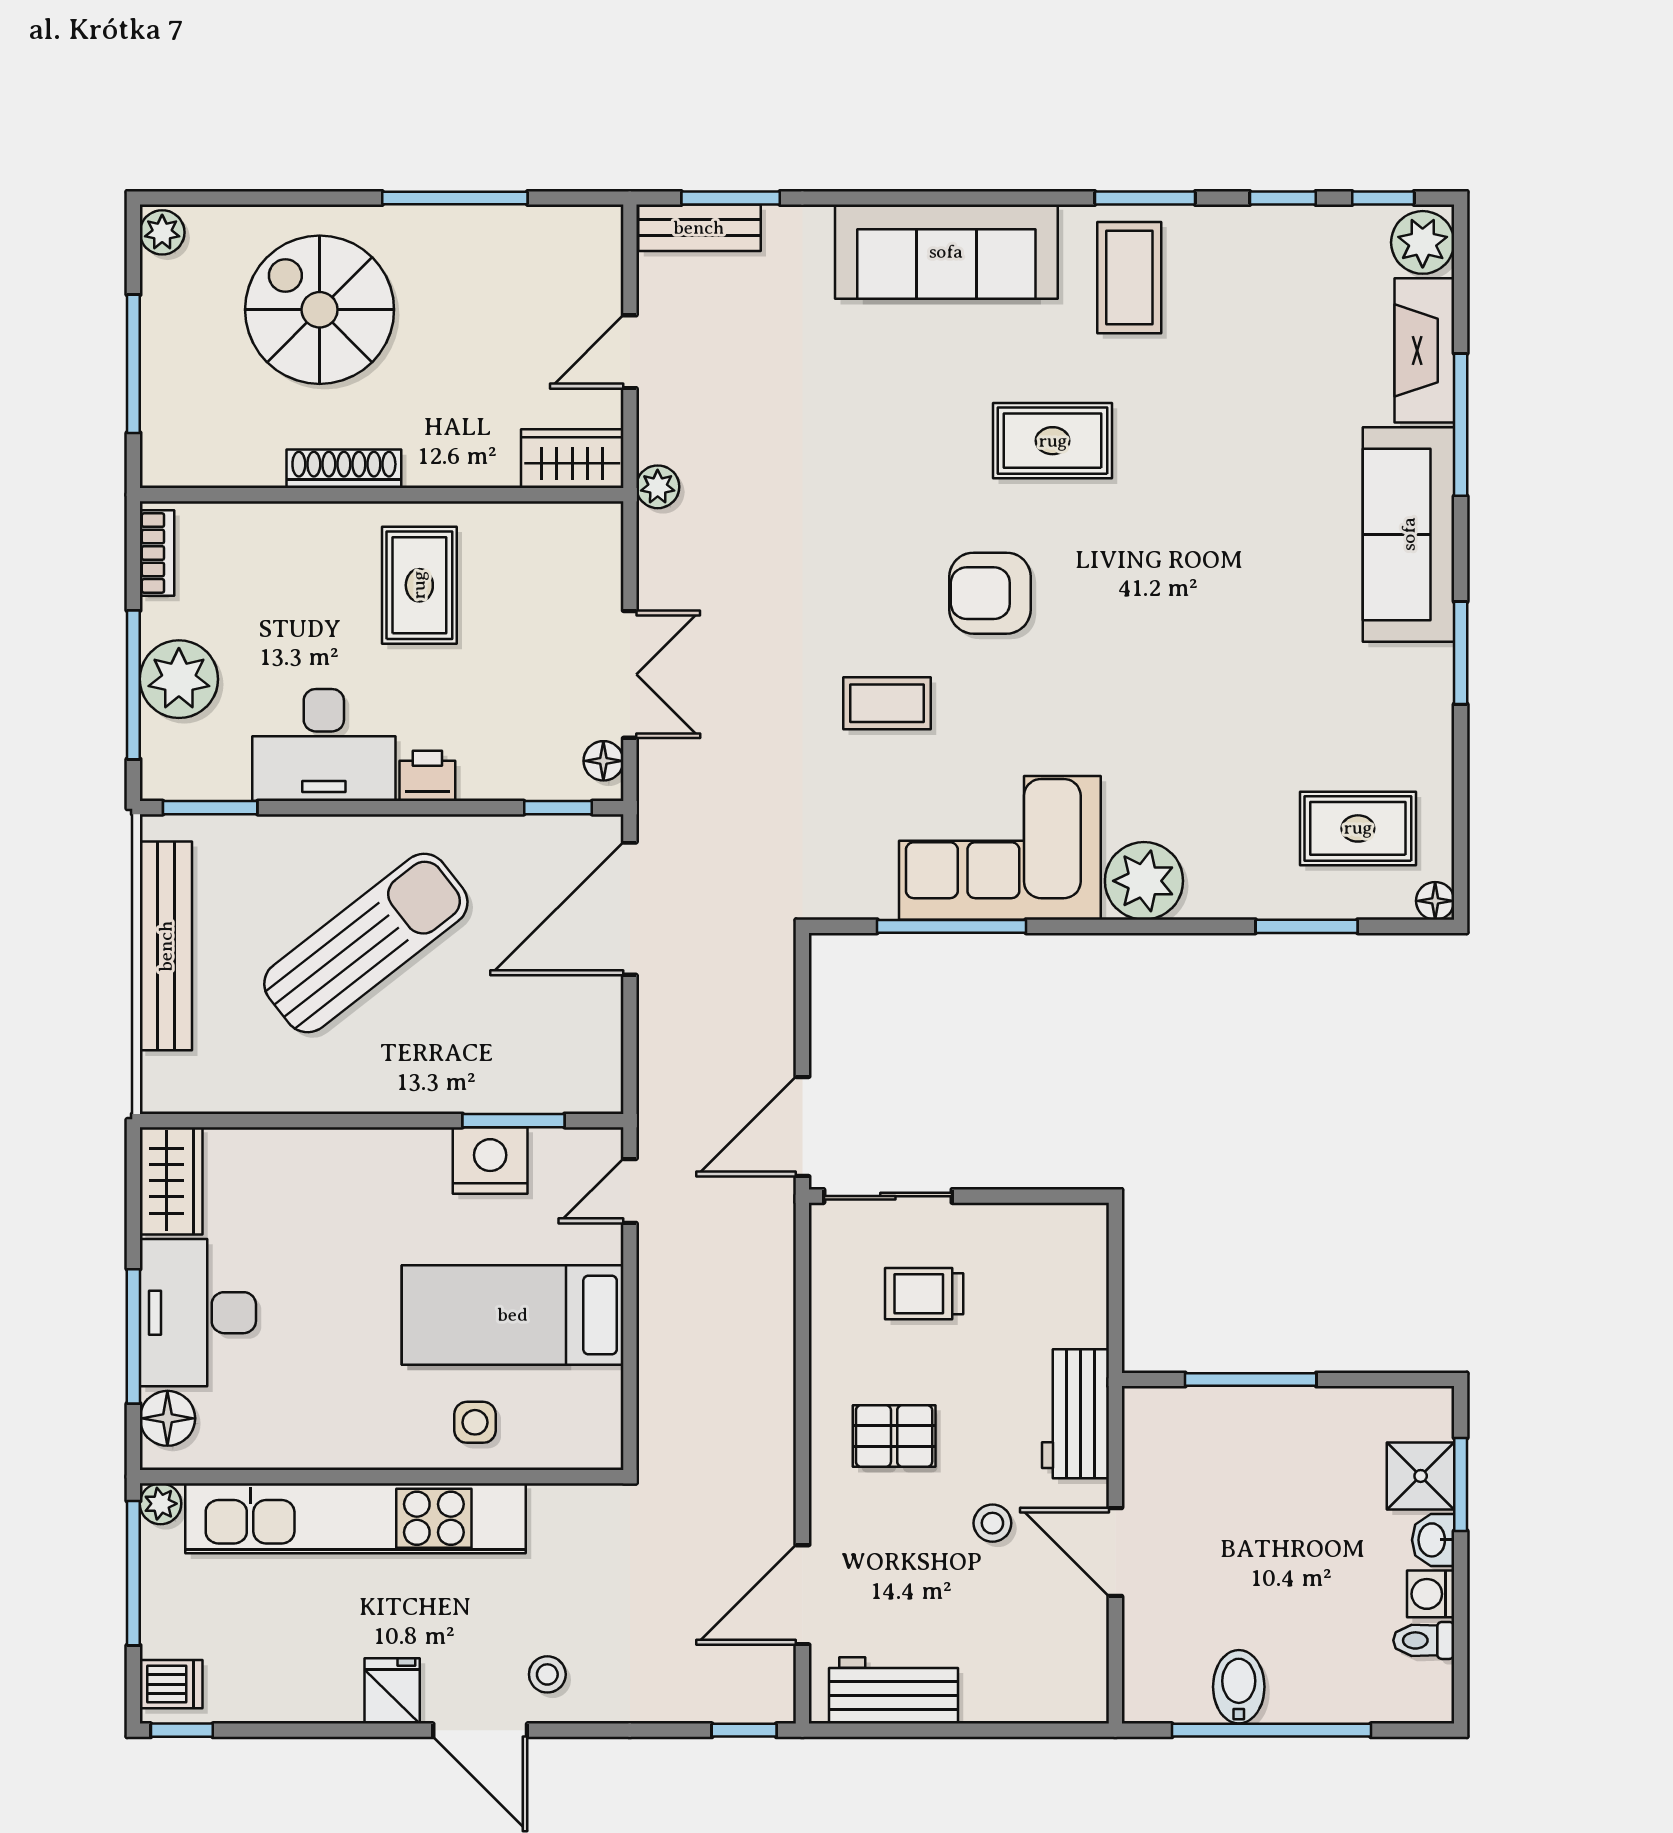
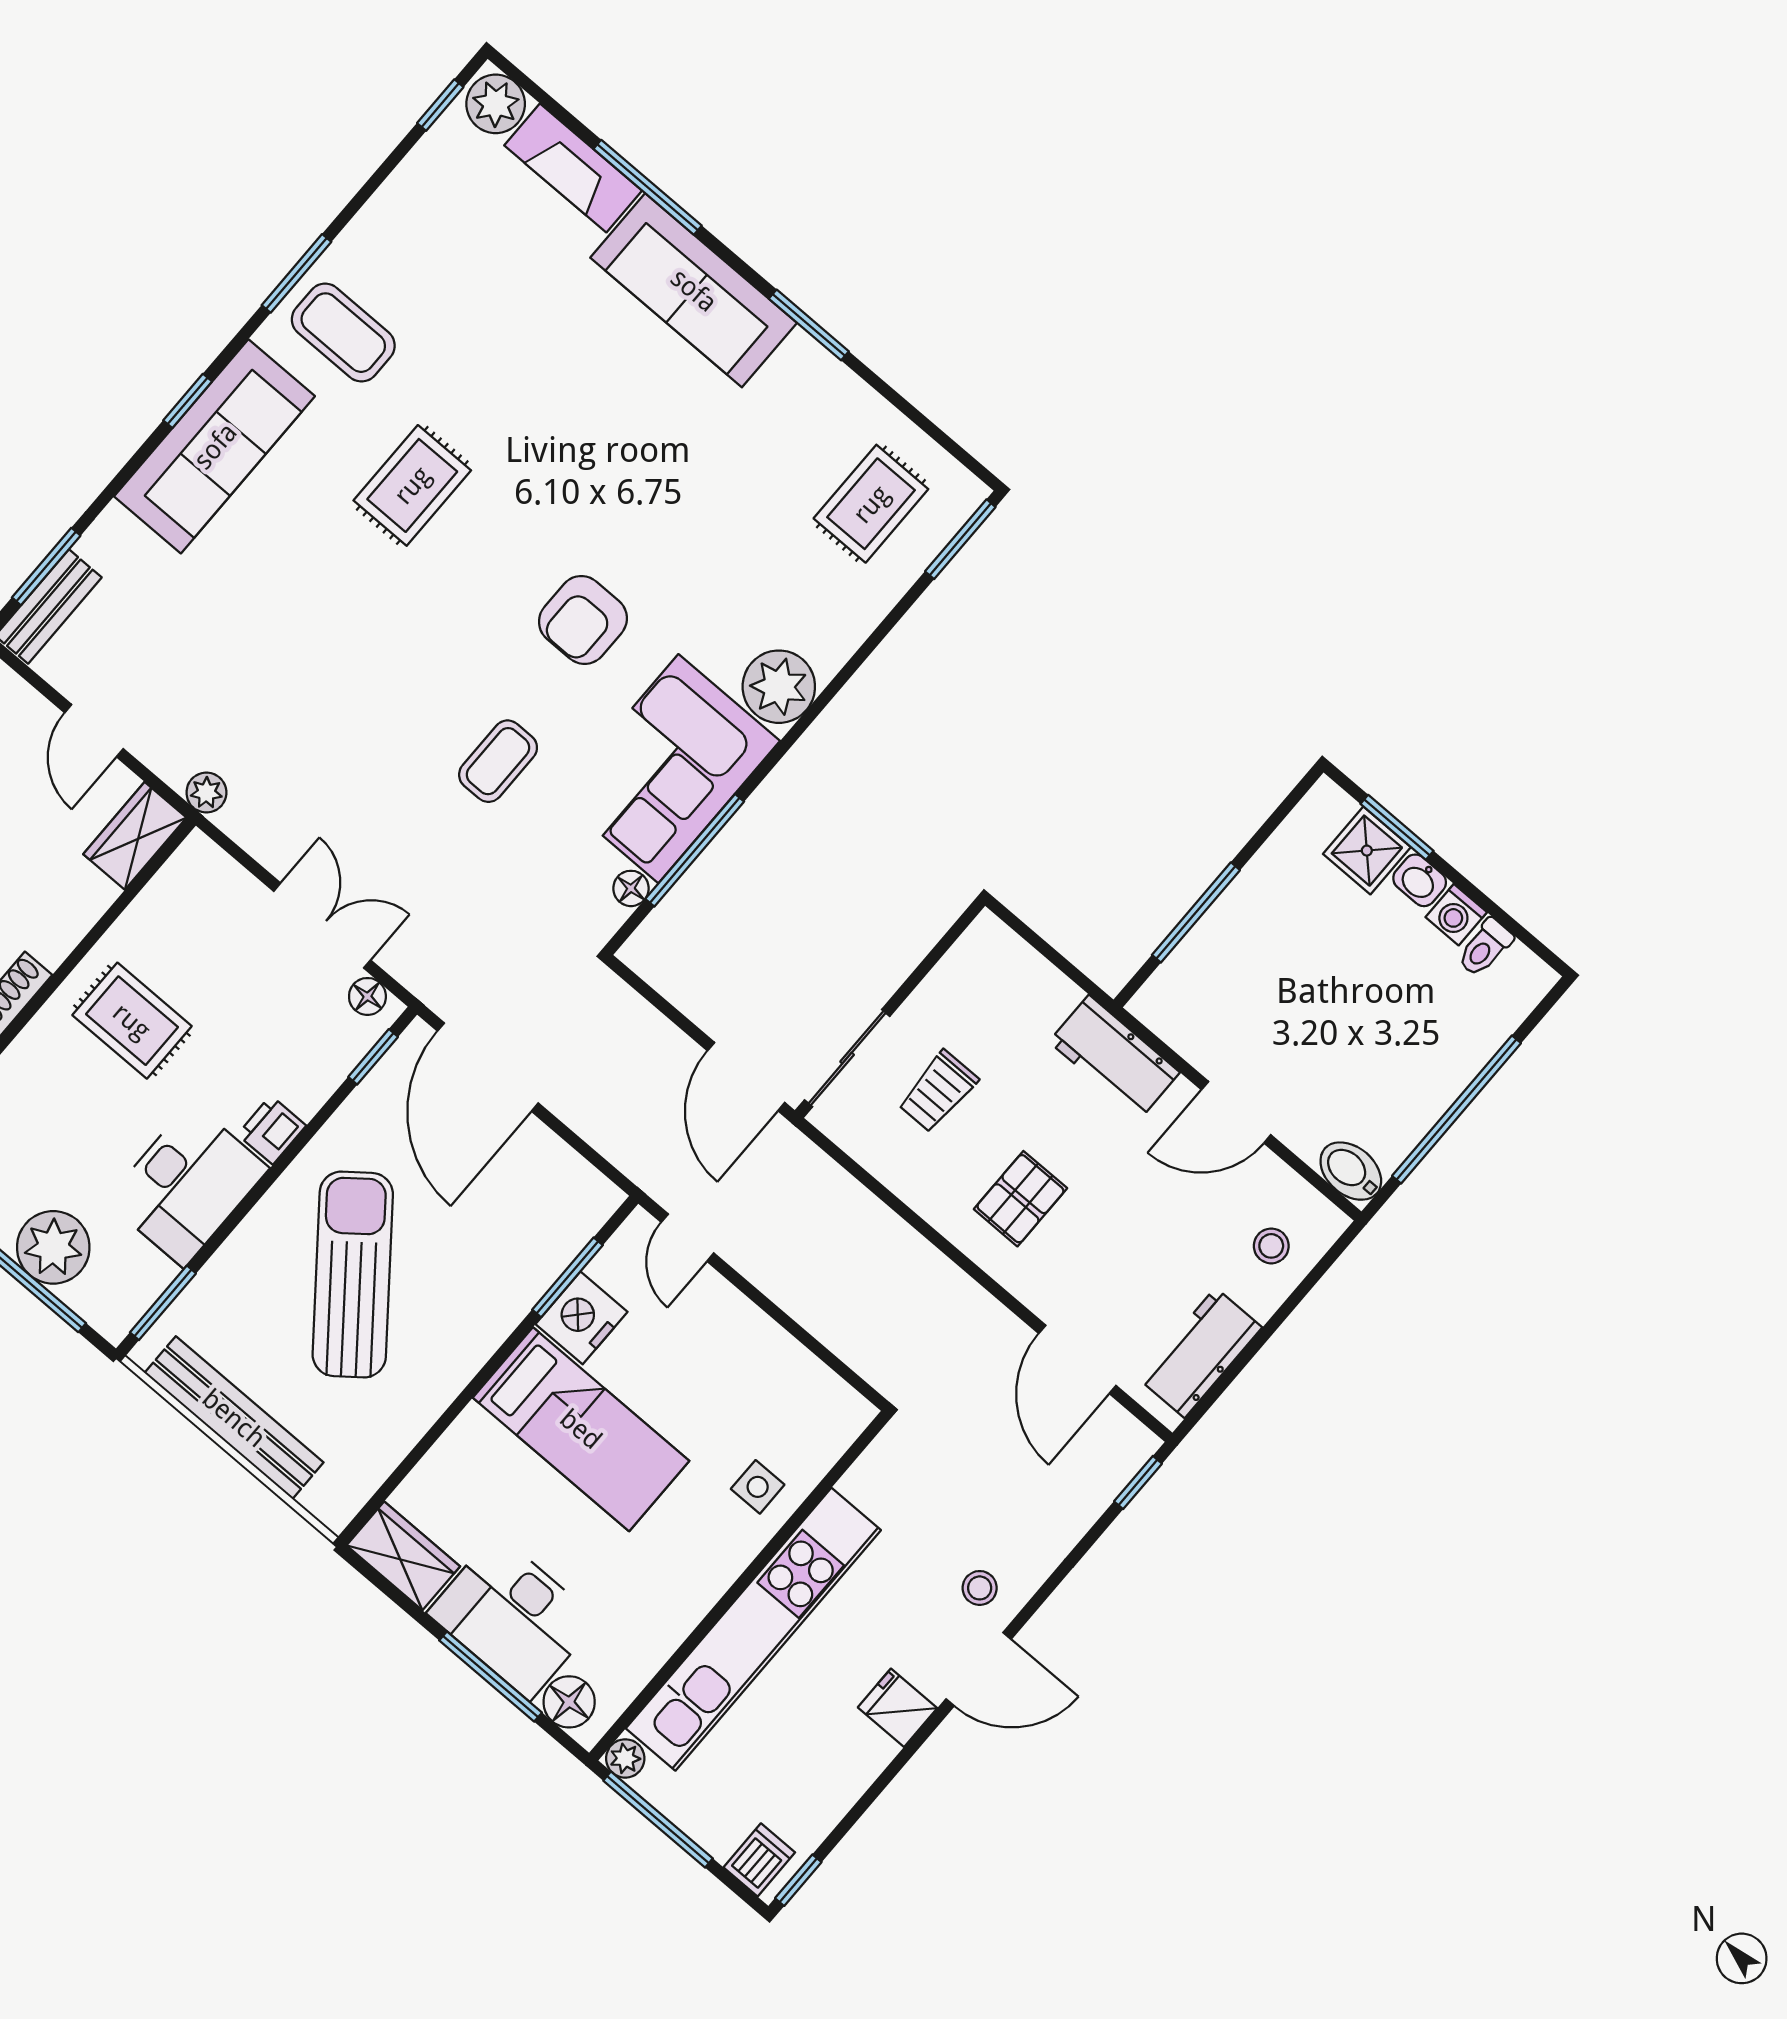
window: (1283, 198) -> (188, 401), moved
armchair: (990, 593) -> (583, 620), moved
floor lamp: (1435, 901) -> (631, 888), moved
window: (1307, 926) -> (960, 539), moved
bed: (513, 1315) -> (581, 1429), moved, turned -90
stool: (992, 1523) -> (1271, 1246), moved
bidet: (1239, 1687) -> (1351, 1171), moved

